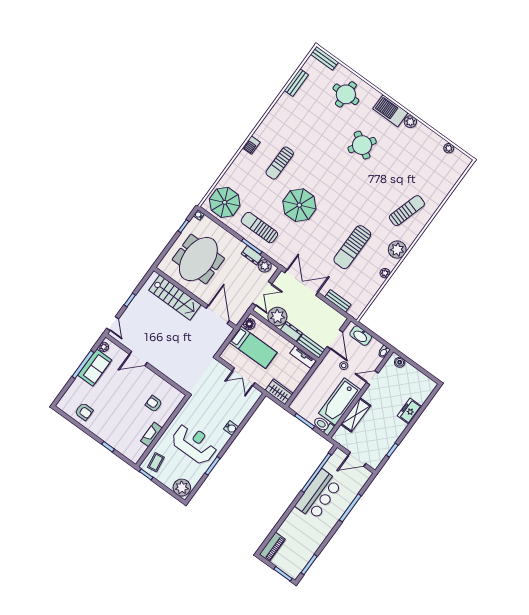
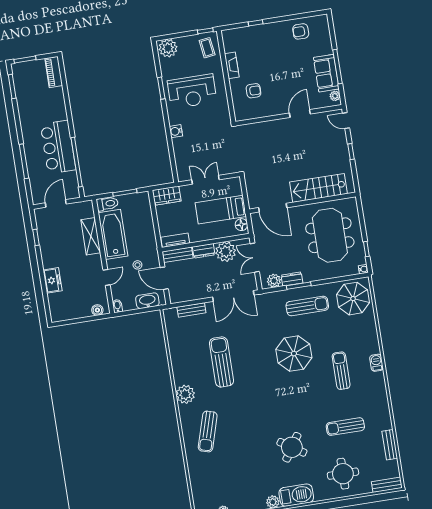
sun lounger: (314, 124) -> (345, 427), added
plant: (385, 273) -> (177, 367), removed

